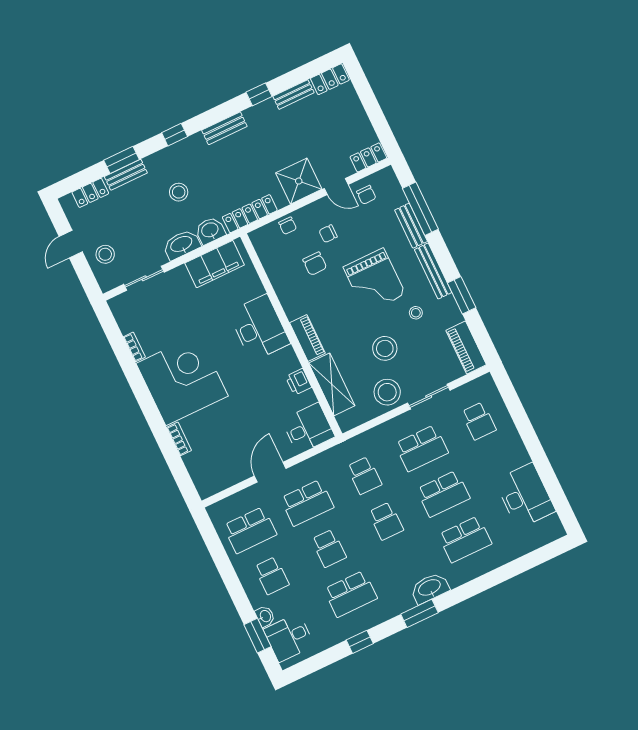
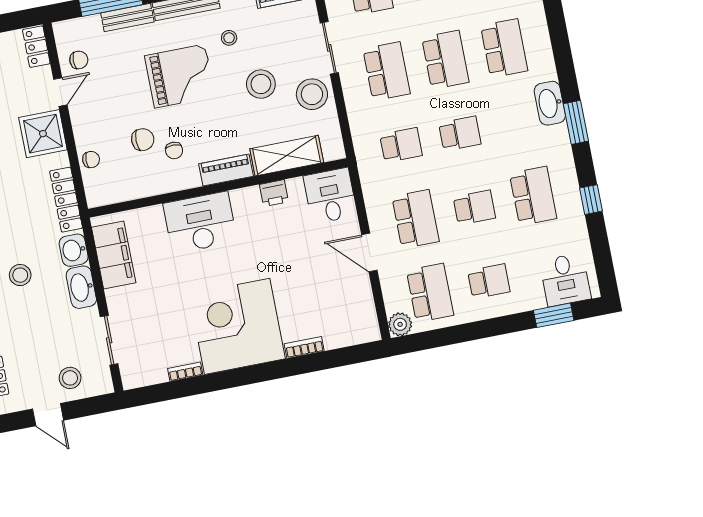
chair: (328, 234) -> (174, 150), moved
plant: (218, 512) -> (400, 324), added
washbasin: (265, 616) -> (534, 301), removed

